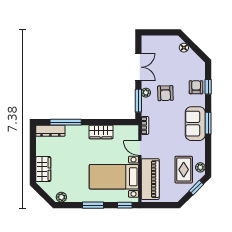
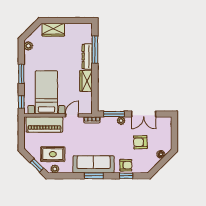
armchair: (165, 93) -> (140, 142), moved
sofa: (195, 124) -> (94, 164), width x1.36
dresser: (50, 131) -> (87, 57), moved

